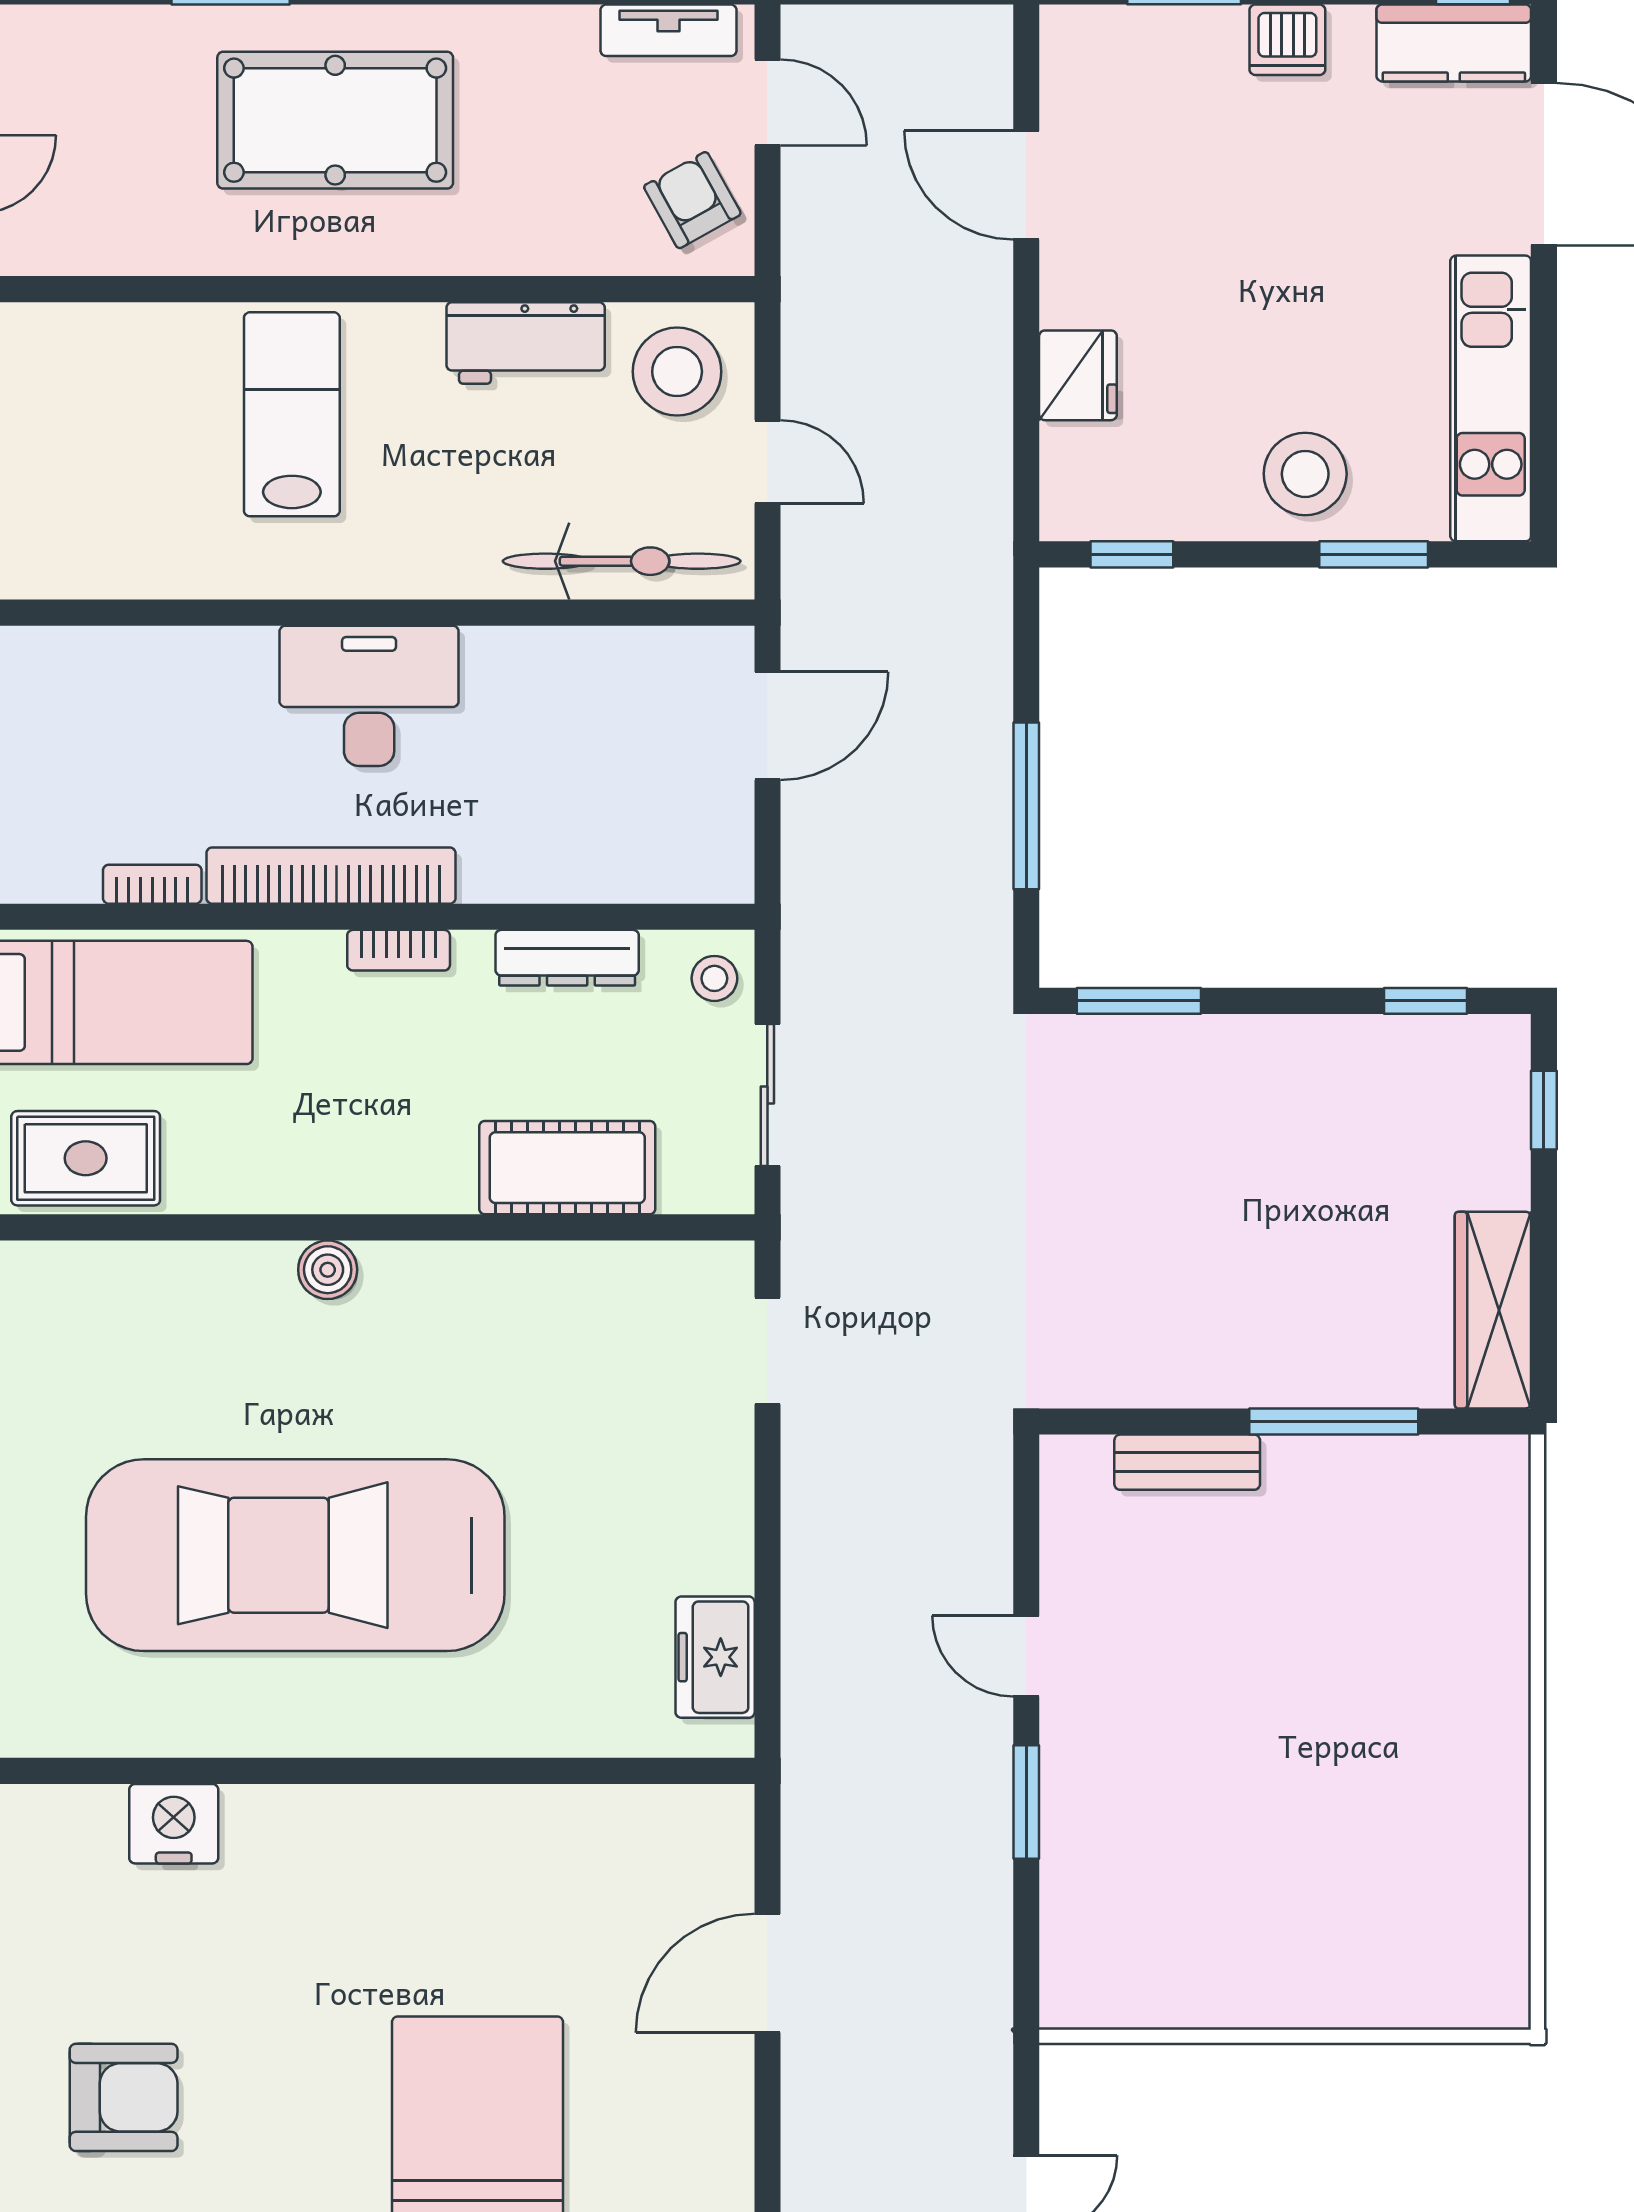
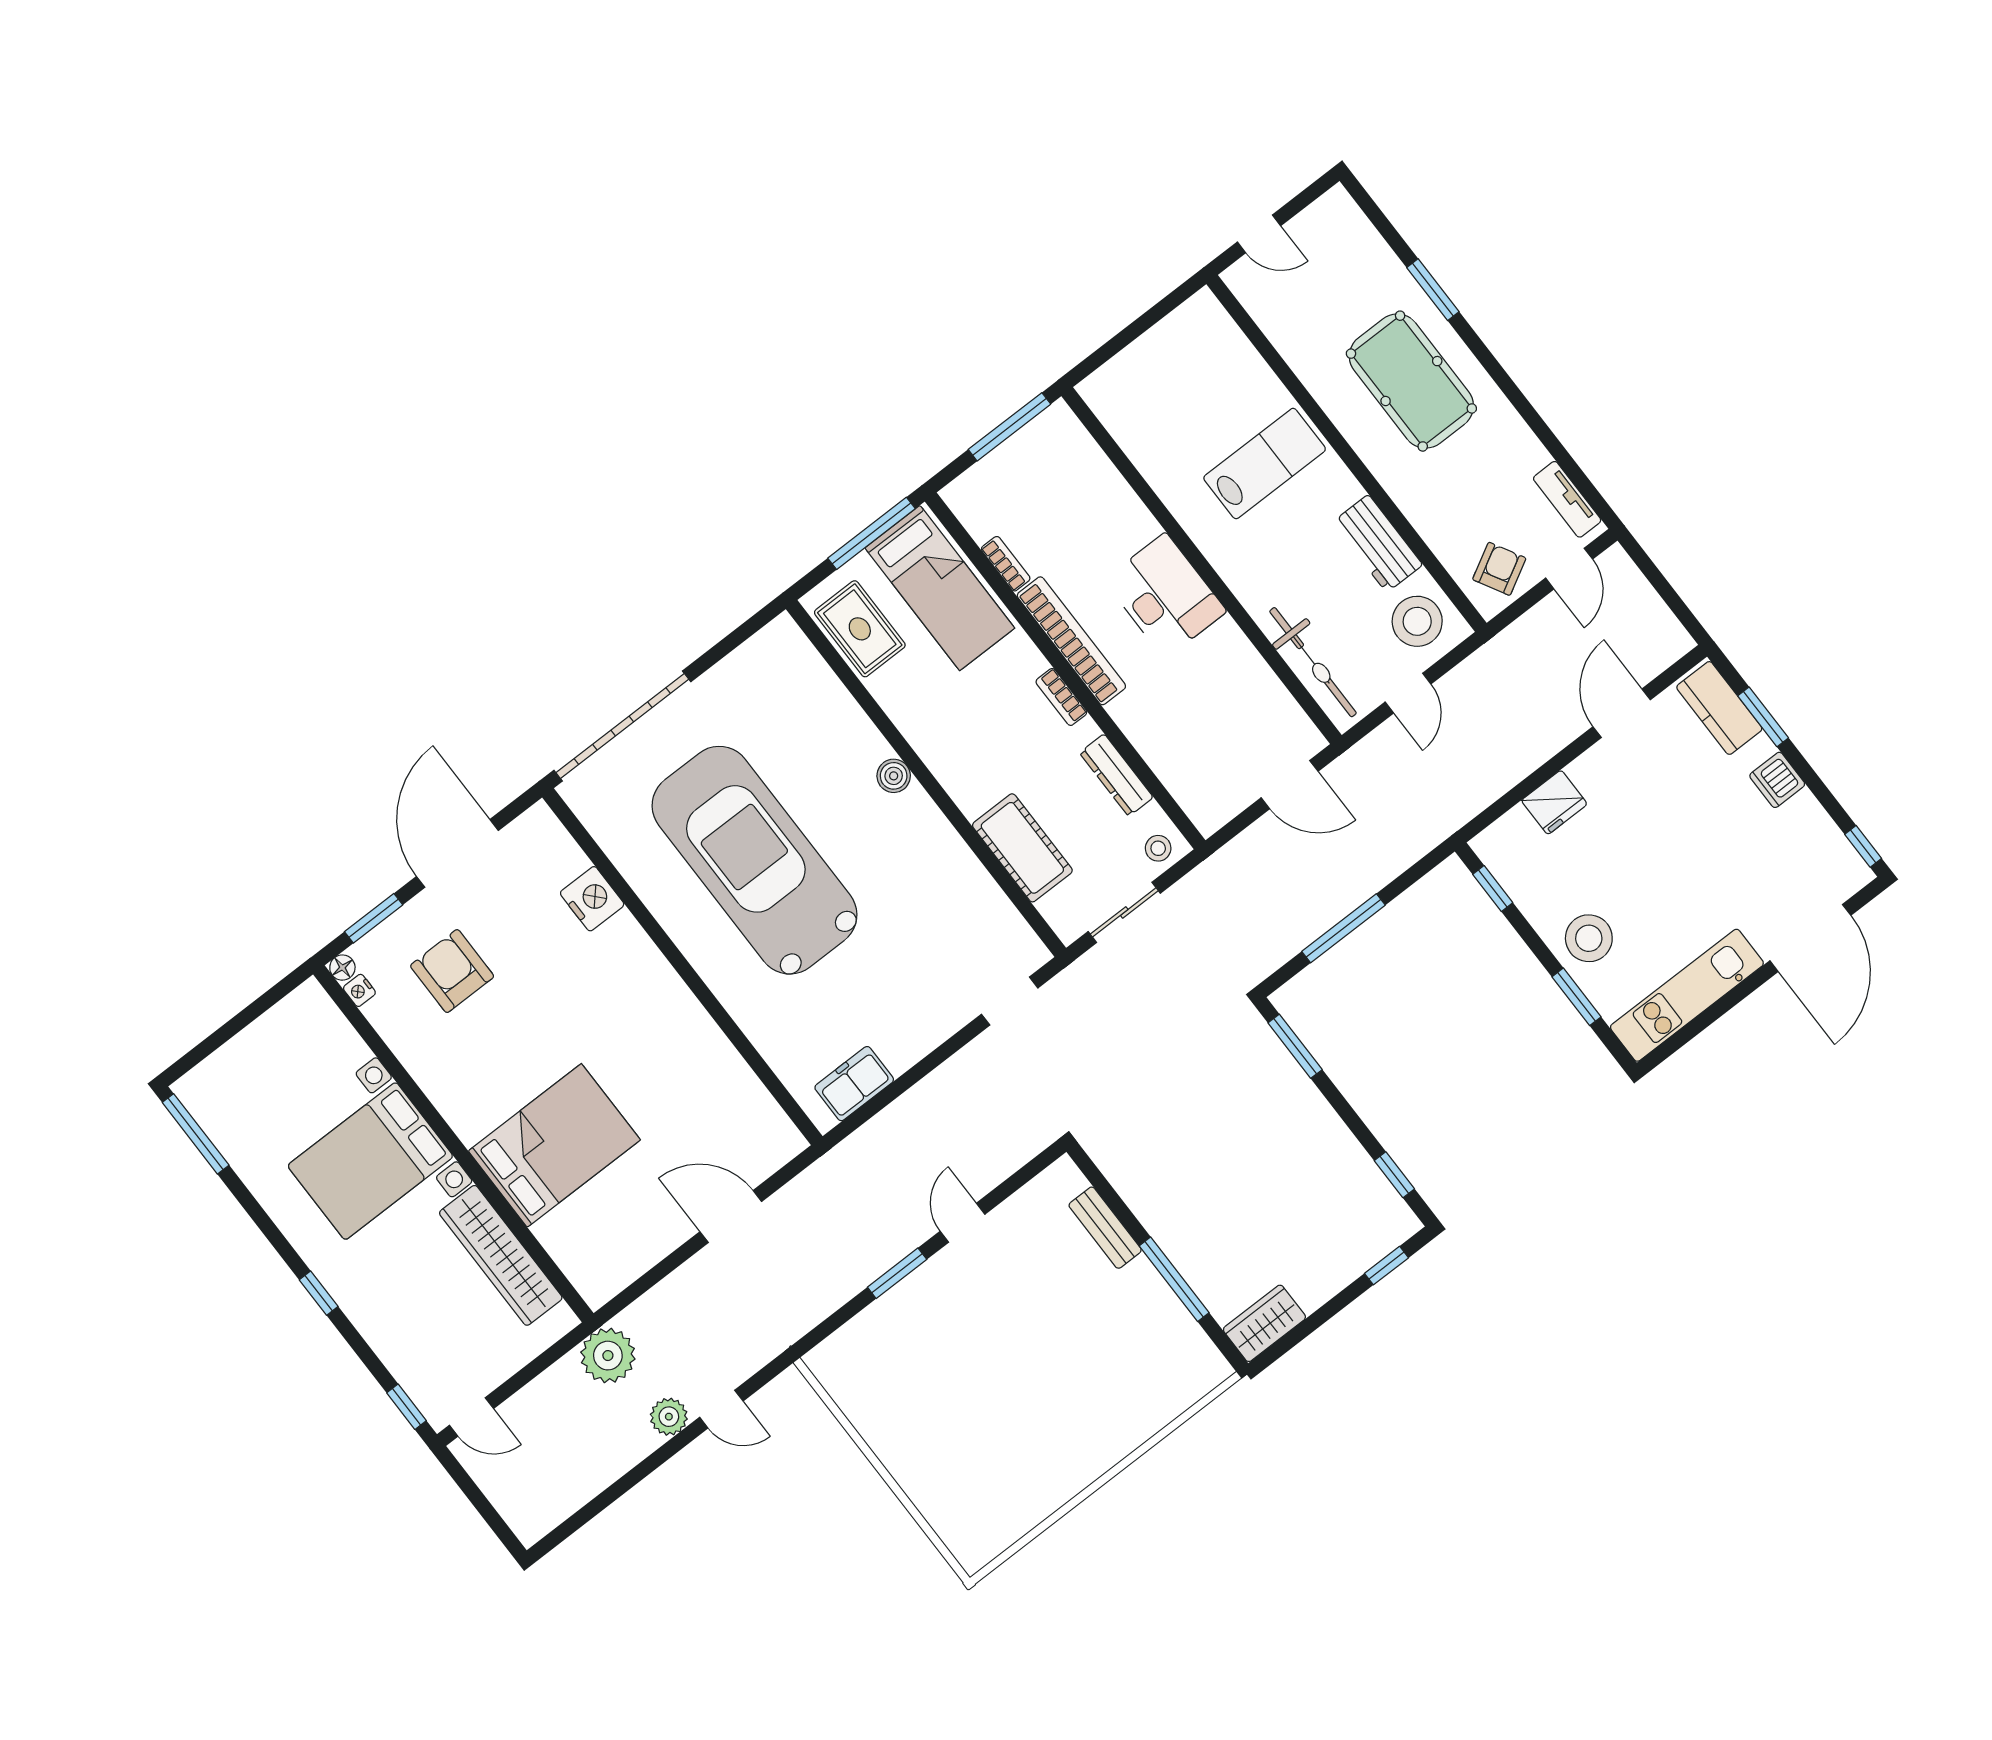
kitchen counter: (1454, 43) -> (1719, 708), moved
wardrobe: (1493, 1310) -> (1264, 1323), width x0.67
armchair: (124, 2097) -> (452, 971), turned 180

